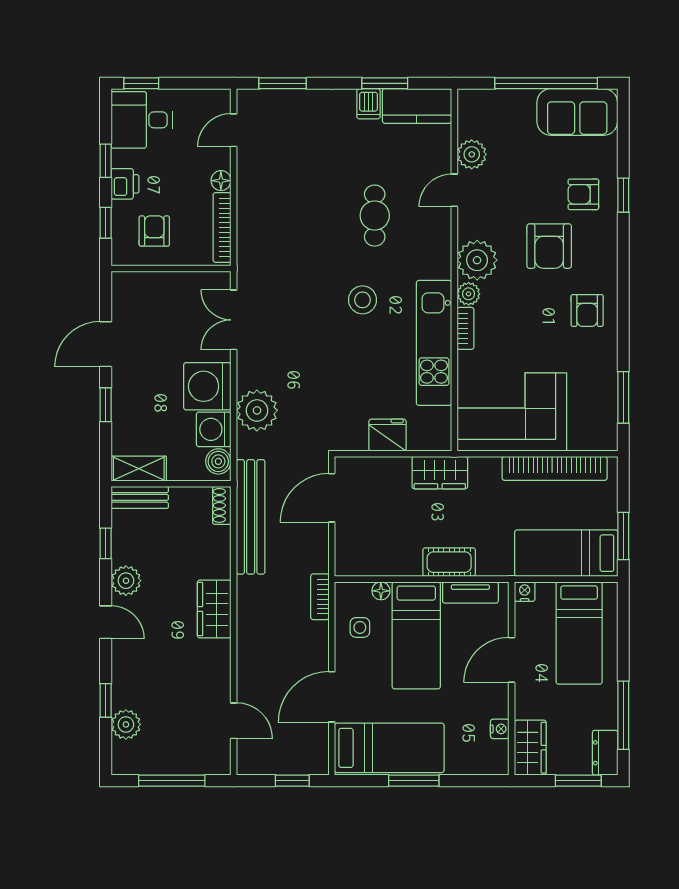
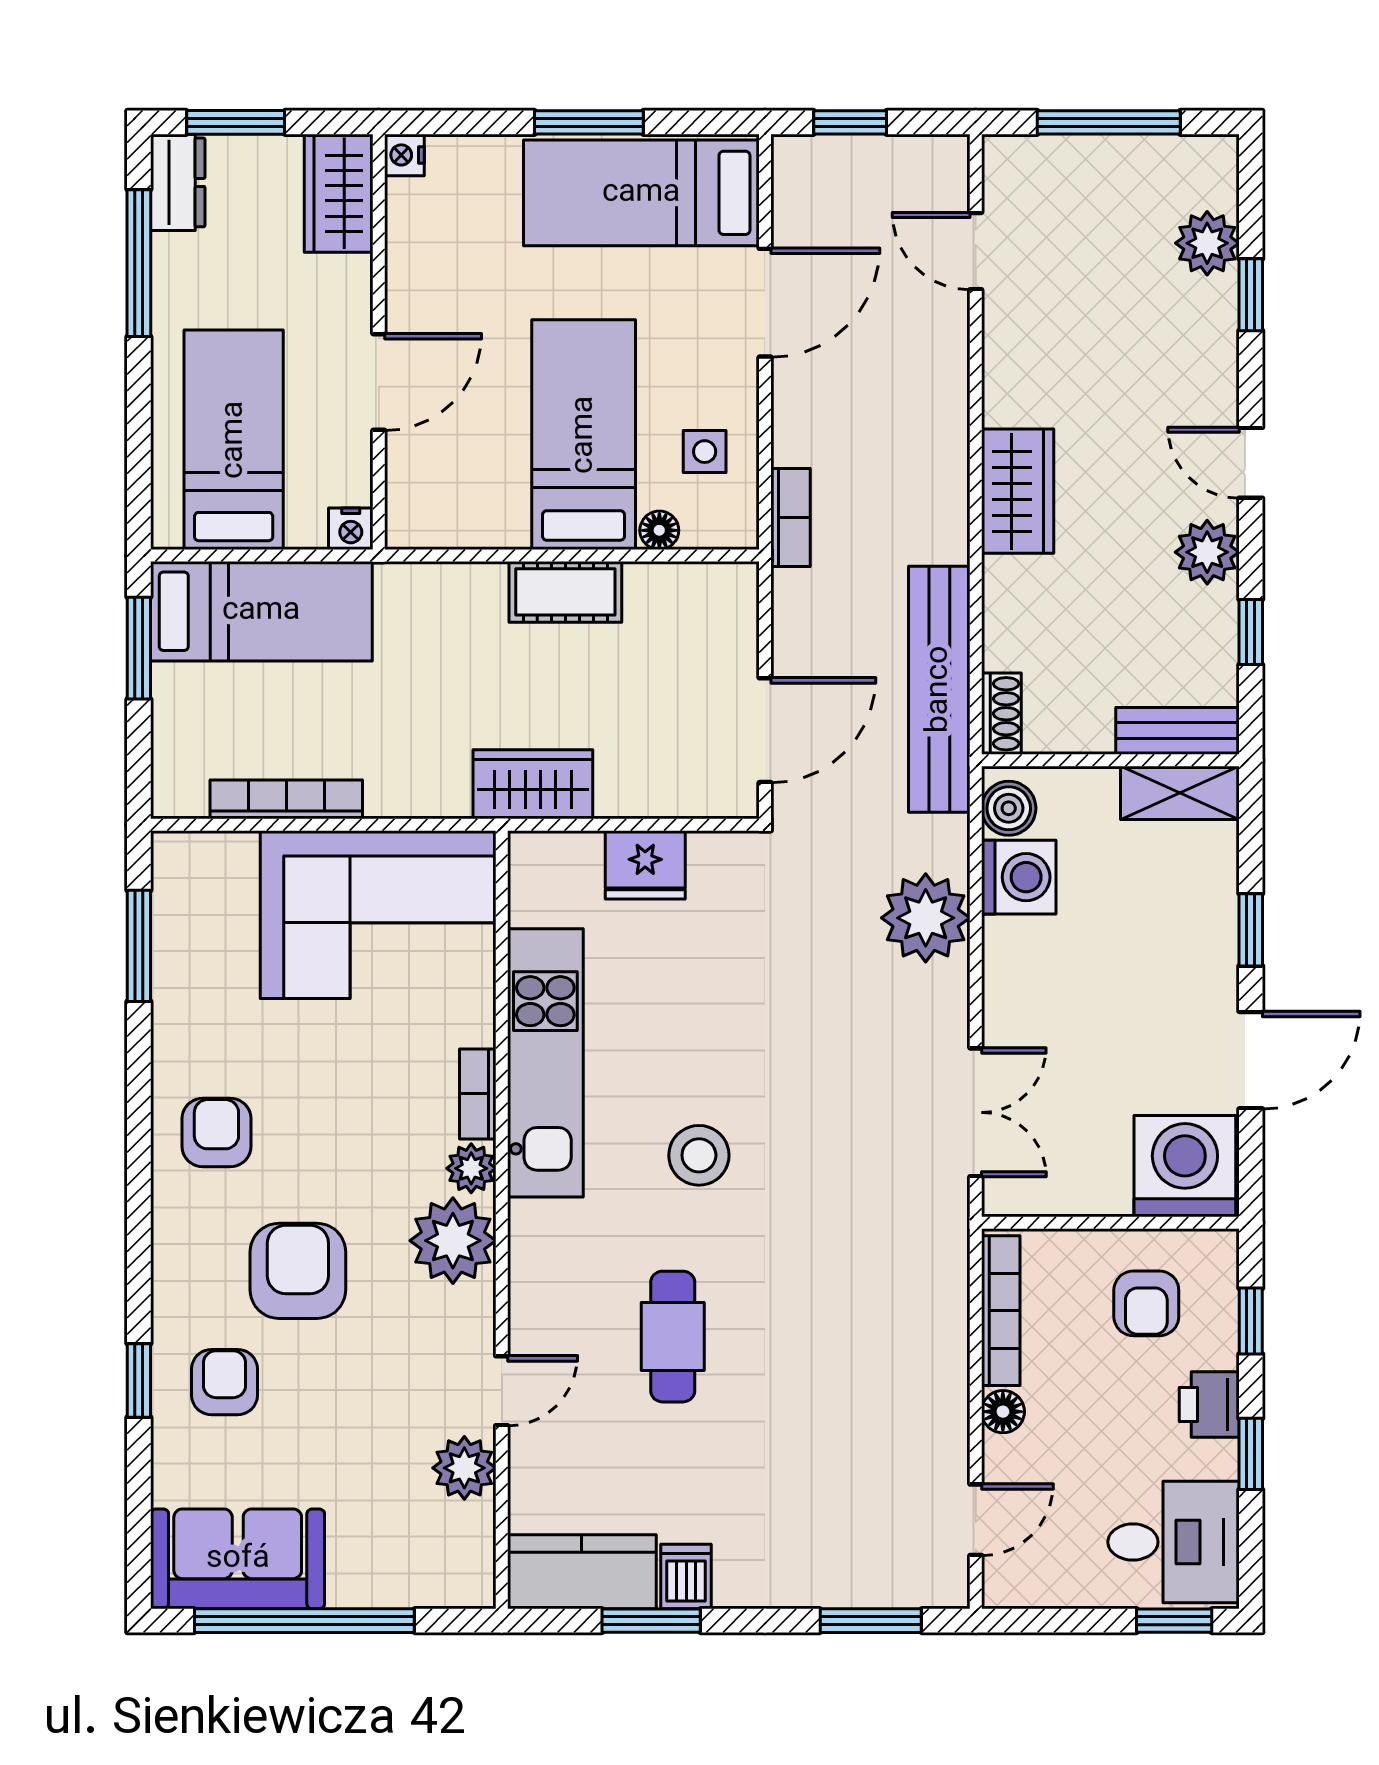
armchair: (583, 194) -> (225, 1382), turned -90
washing machine: (207, 386) -> (1185, 1166), moved, turned -90
bookcase: (555, 468) -> (286, 799), width x0.68, depth x0.76
cot: (449, 562) -> (565, 592), moved
tv unit: (470, 592) -> (467, 527), removed
nightstand: (500, 729) -> (404, 155), moved

